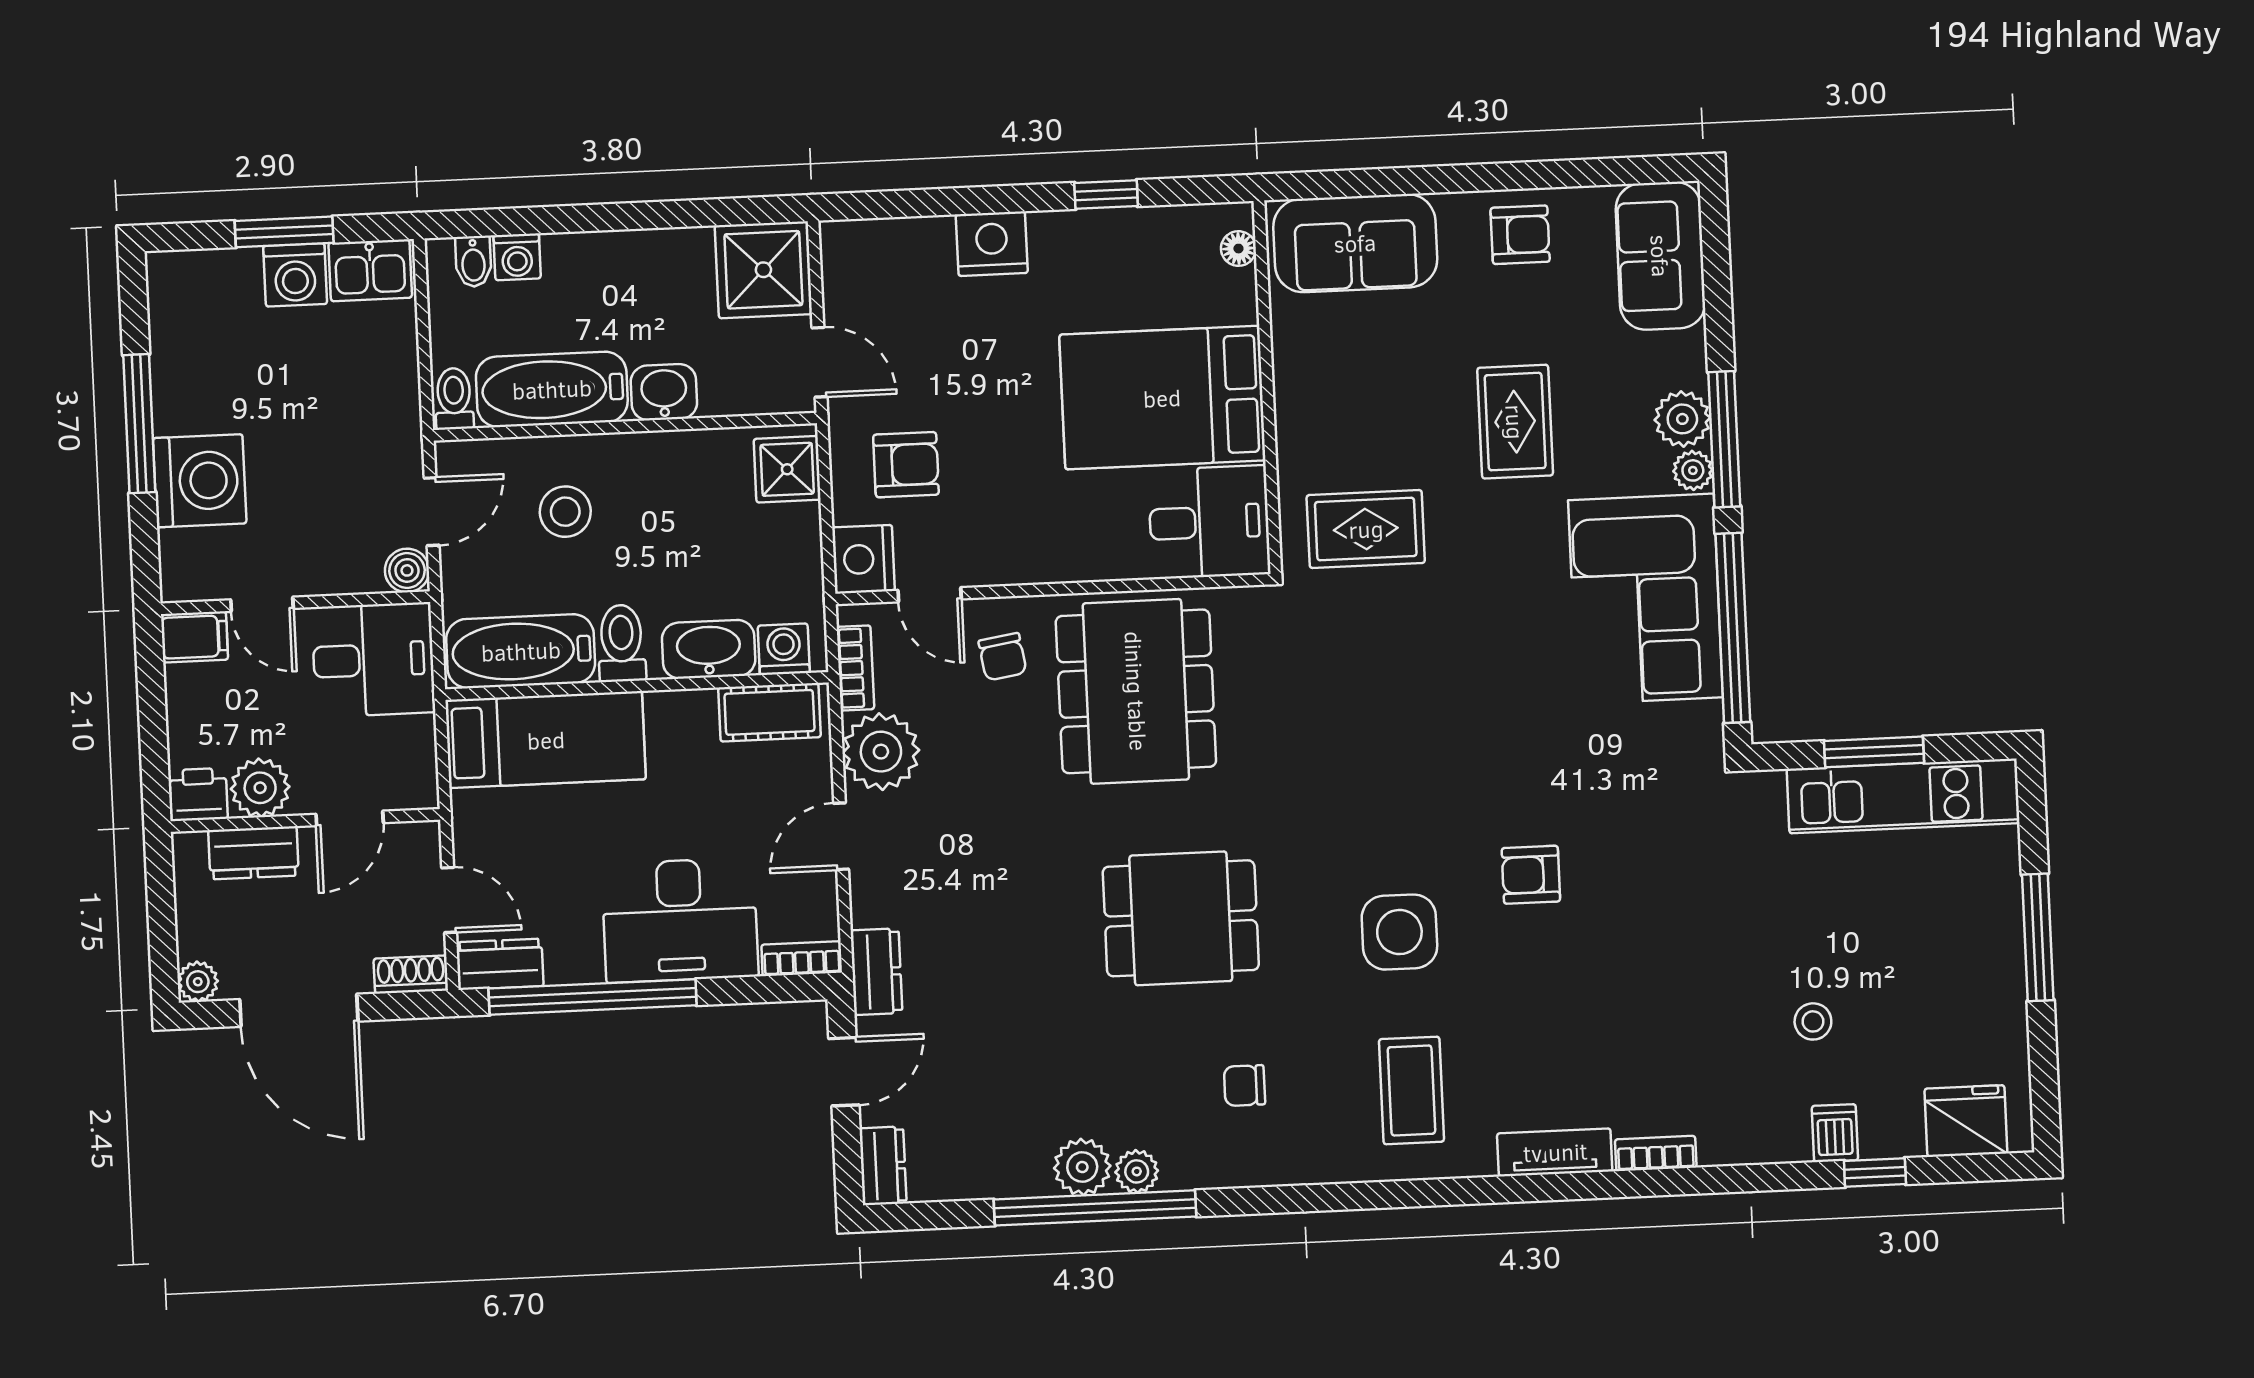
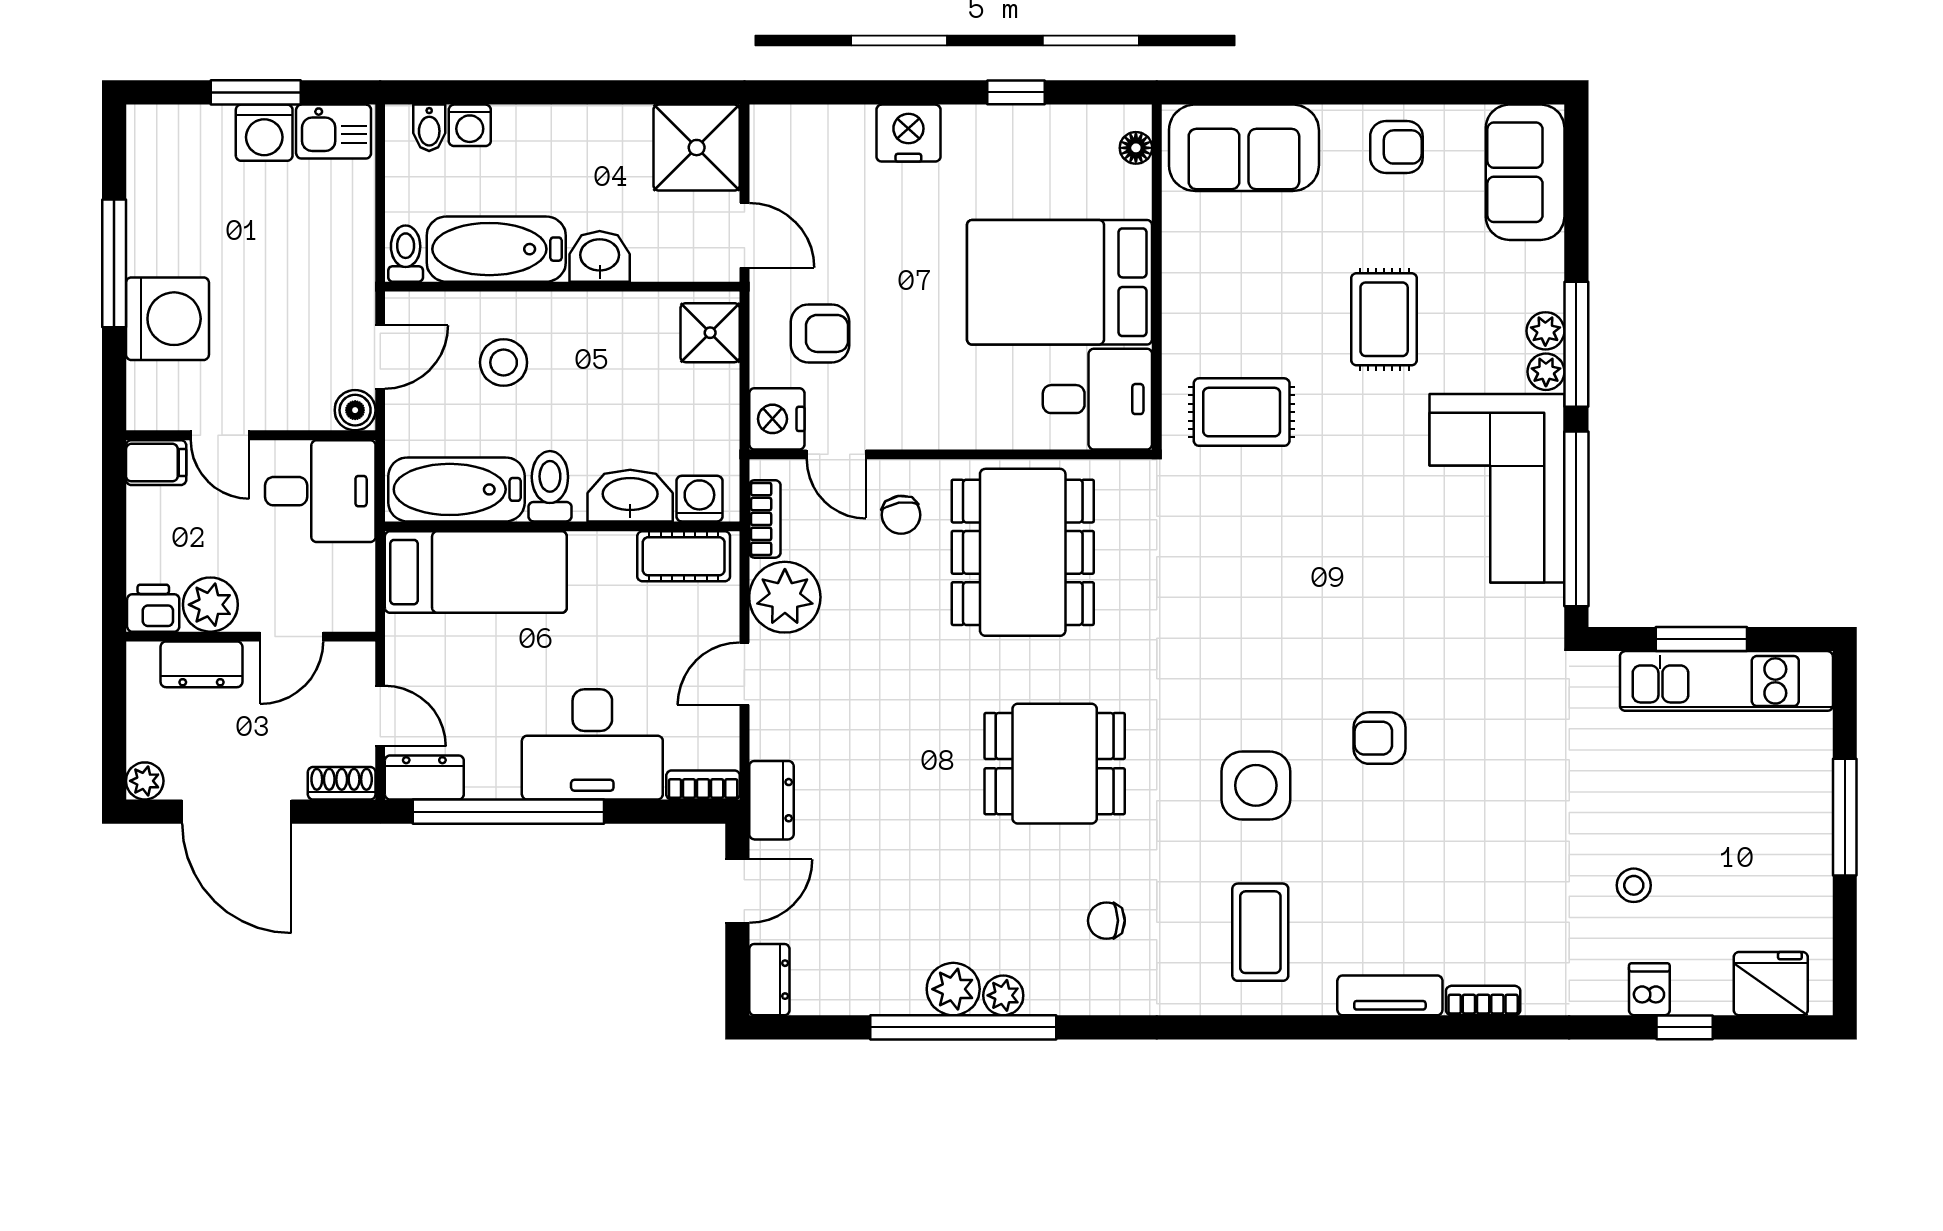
plant: (1682, 419) -> (1545, 331), width x0.73, depth x0.73

